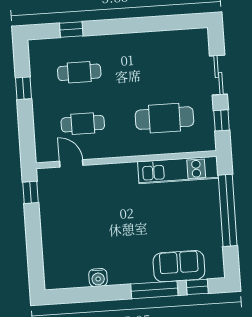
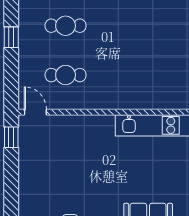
cafe table: (164, 118) -> (144, 75), removed
door: (71, 163) -> (35, 112), moved

